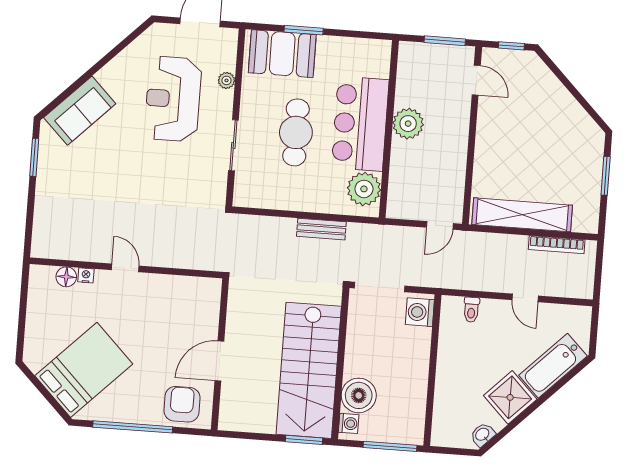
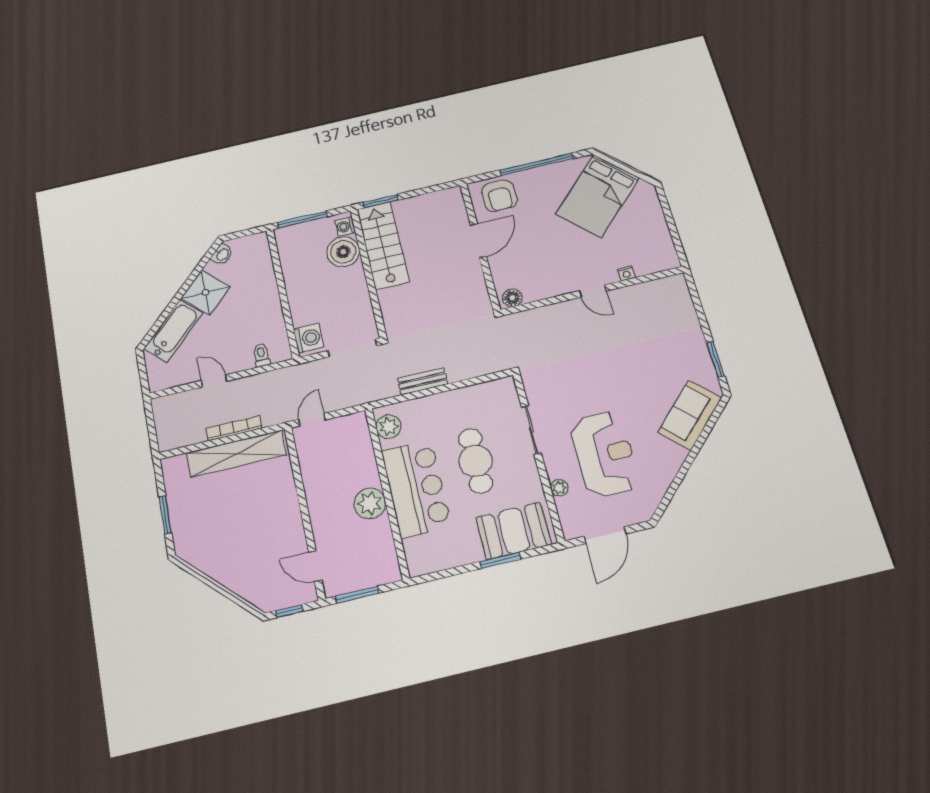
plant: (364, 189) -> (388, 427), width x0.73, depth x0.73
bookcase: (557, 245) -> (234, 428), moved
floor lamp: (66, 277) -> (512, 298), moved
stairs: (309, 370) -> (383, 245), width x0.73, depth x0.66

